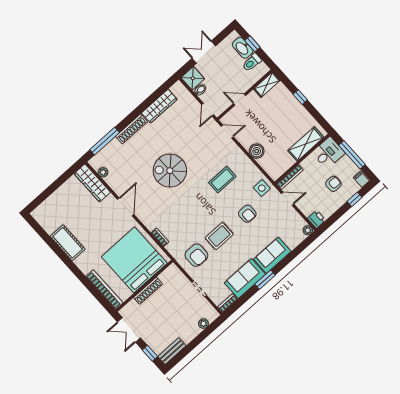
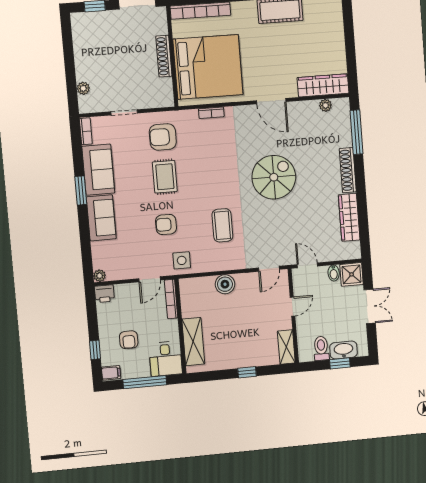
bench: (172, 351) -> (79, 32), removed

